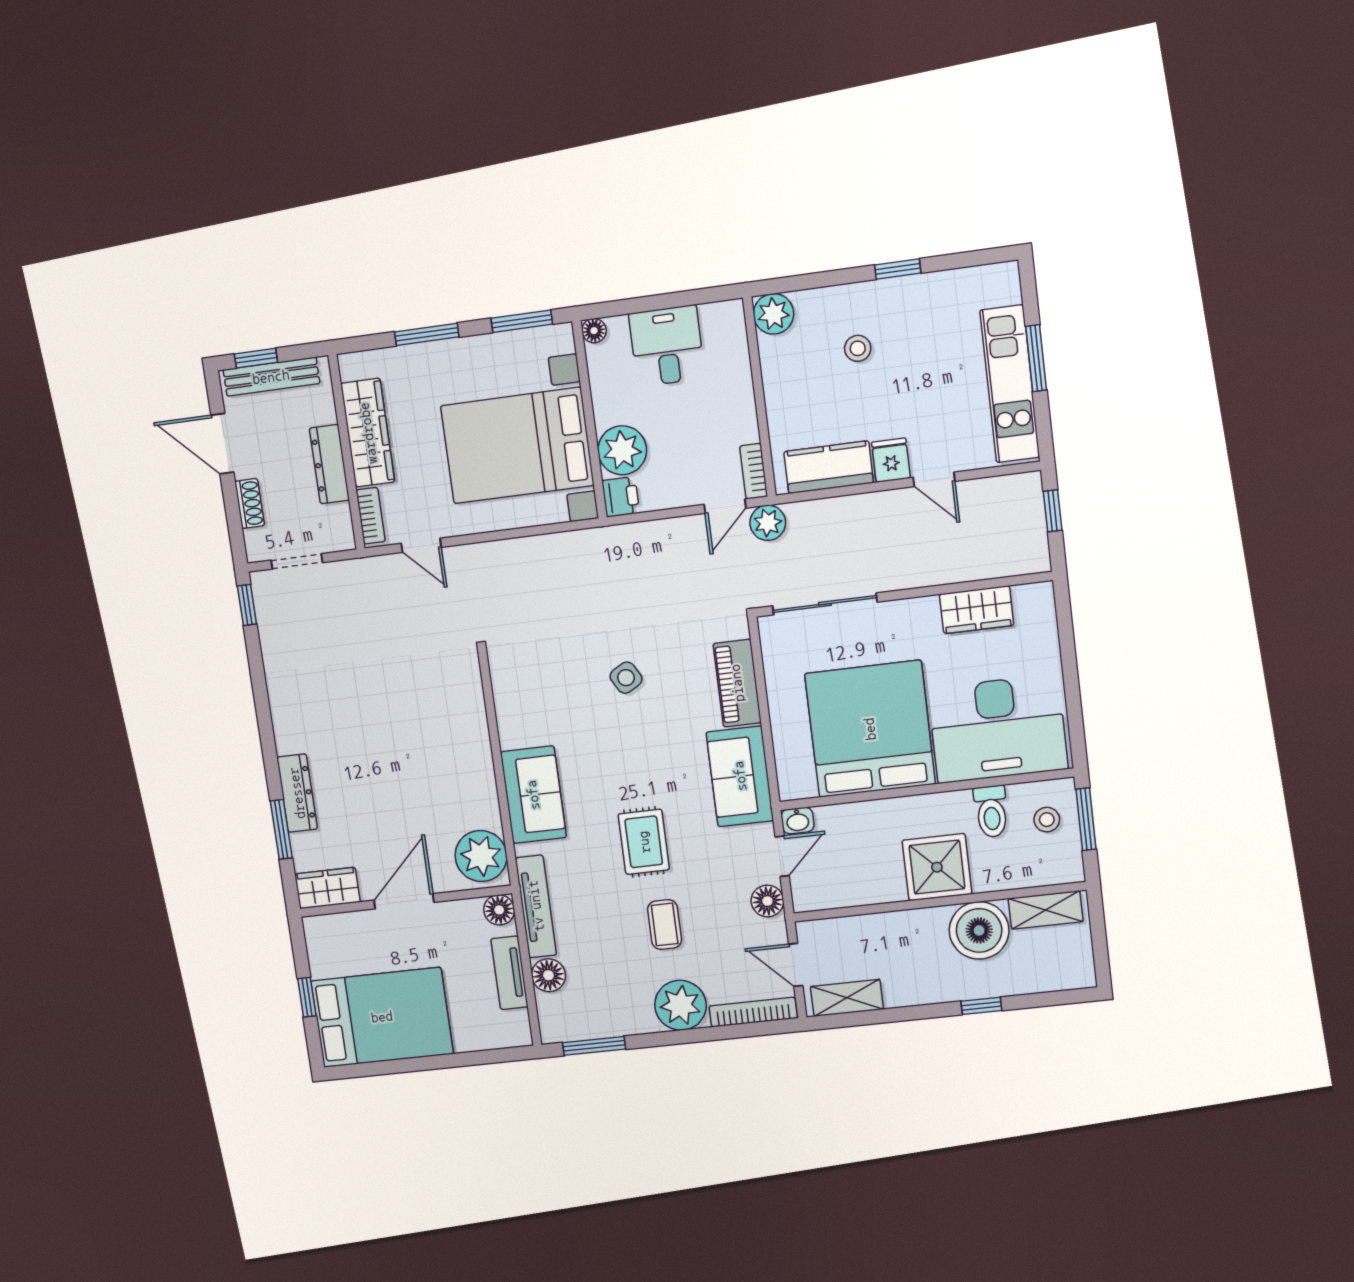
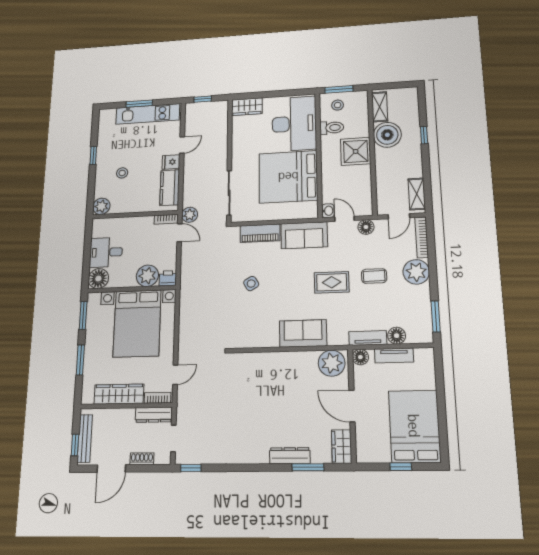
floor lamp: (594, 331) -> (98, 279), width x1.89, depth x1.89
dresser: (329, 464) -> (154, 415), moved
wardrobe: (977, 610) -> (247, 107), moved, turned 90
tv unit: (536, 906) -> (368, 338), width x0.71

